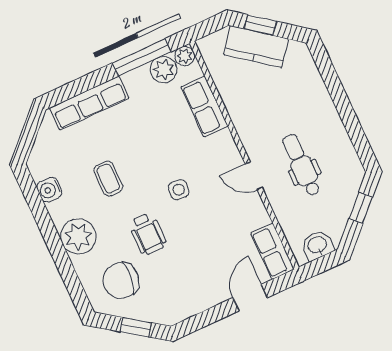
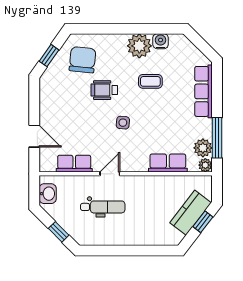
plant: (78, 236) -> (139, 46), moved
row of seats: (273, 251) -> (74, 164), moved

